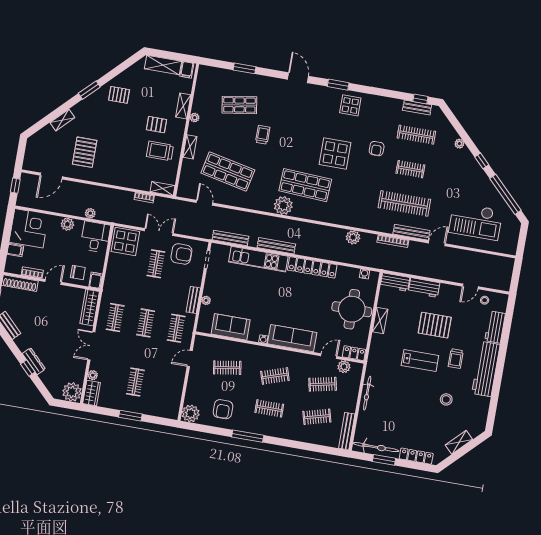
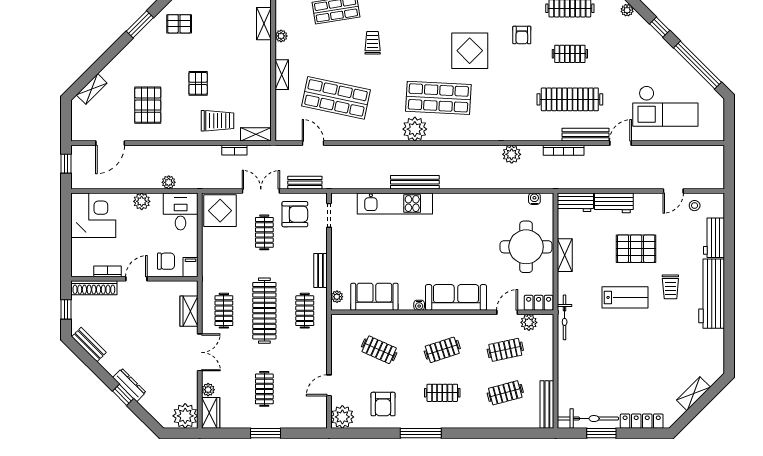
shelving: (62, 120) -> (92, 89), moved
pallet: (156, 125) -> (198, 83), moved, turned 90
trolley: (160, 151) -> (218, 121), moved, turned 180
bench: (230, 238) -> (305, 183), moved, width x0.73
filing cabinet: (15, 250) -> (81, 246), removed
locker: (312, 267) -> (466, 202), removed
plant: (206, 300) -> (337, 297), moved
wardrobe: (90, 308) -> (189, 311), width x0.67
clothes rail: (146, 323) -> (264, 311), width x1.86, depth x1.31
double door: (91, 346) -> (200, 352), swing flipped
door: (190, 358) -> (329, 385), moved
clothes rail: (227, 368) -> (379, 350), turned 33
bicycle: (367, 393) -> (565, 317), moved
stool: (446, 399) -> (667, 342), removed

